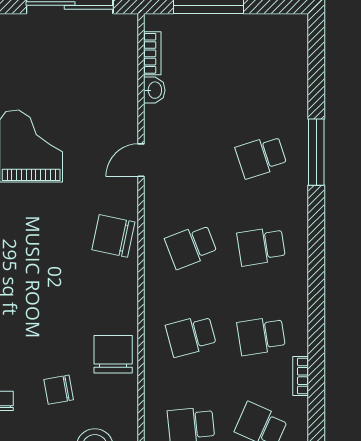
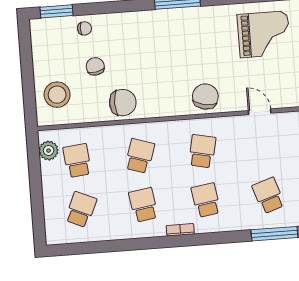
school desk: (191, 246) -> (202, 151), turned 33
school desk: (191, 336) -> (140, 156), turned 33
bookcase: (301, 376) -> (180, 230), moved

